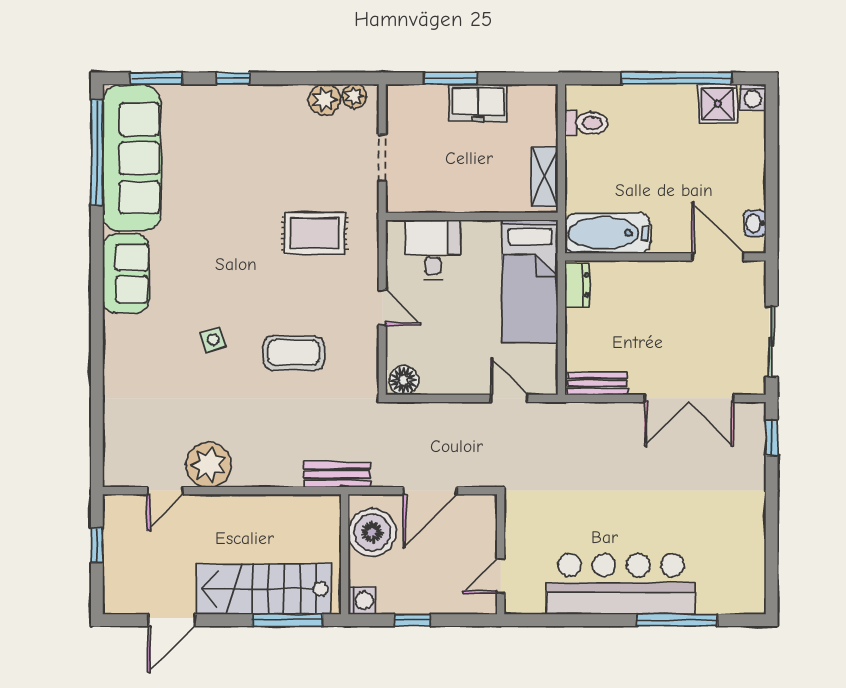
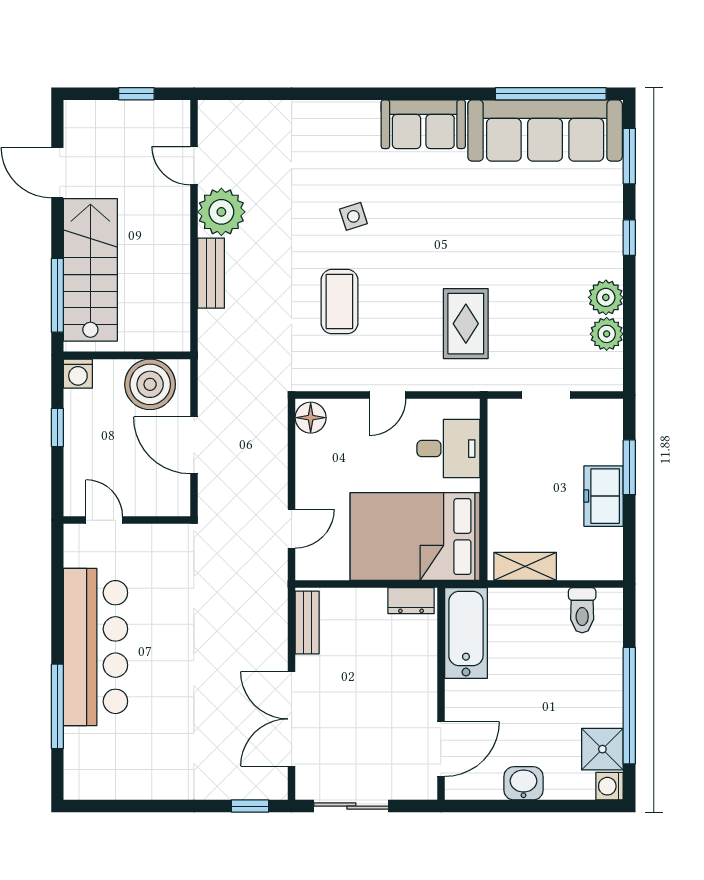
plant: (354, 96) -> (606, 297), moved, width x1.38, depth x1.38
washbasin: (755, 223) -> (523, 783), moved, width x1.38, depth x1.45
bed: (530, 281) -> (415, 537), width x1.50
bench: (337, 475) -> (211, 273), moved

